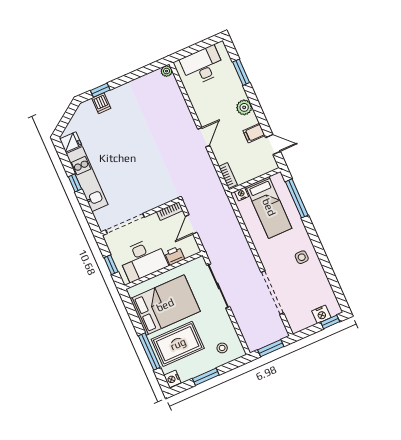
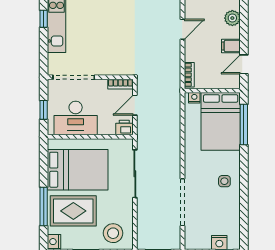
door: (273, 144) -> (244, 64), swing flipped
bed: (269, 207) -> (221, 121), width x1.50
printer: (174, 256) -> (124, 128), moved
stool: (222, 348) -> (113, 233), width x1.89, depth x1.89

